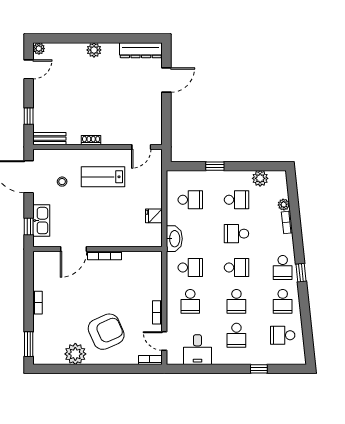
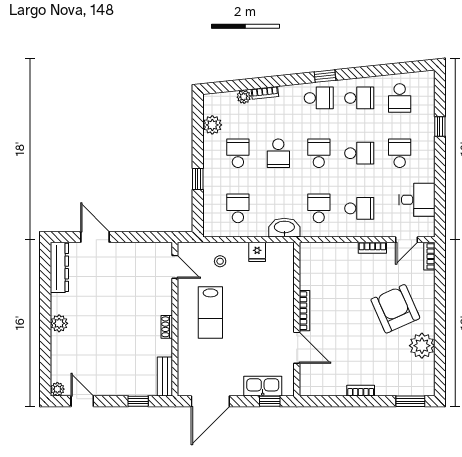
stool: (62, 182) -> (220, 261), moved
school desk: (236, 335) -> (400, 153), turned -90

